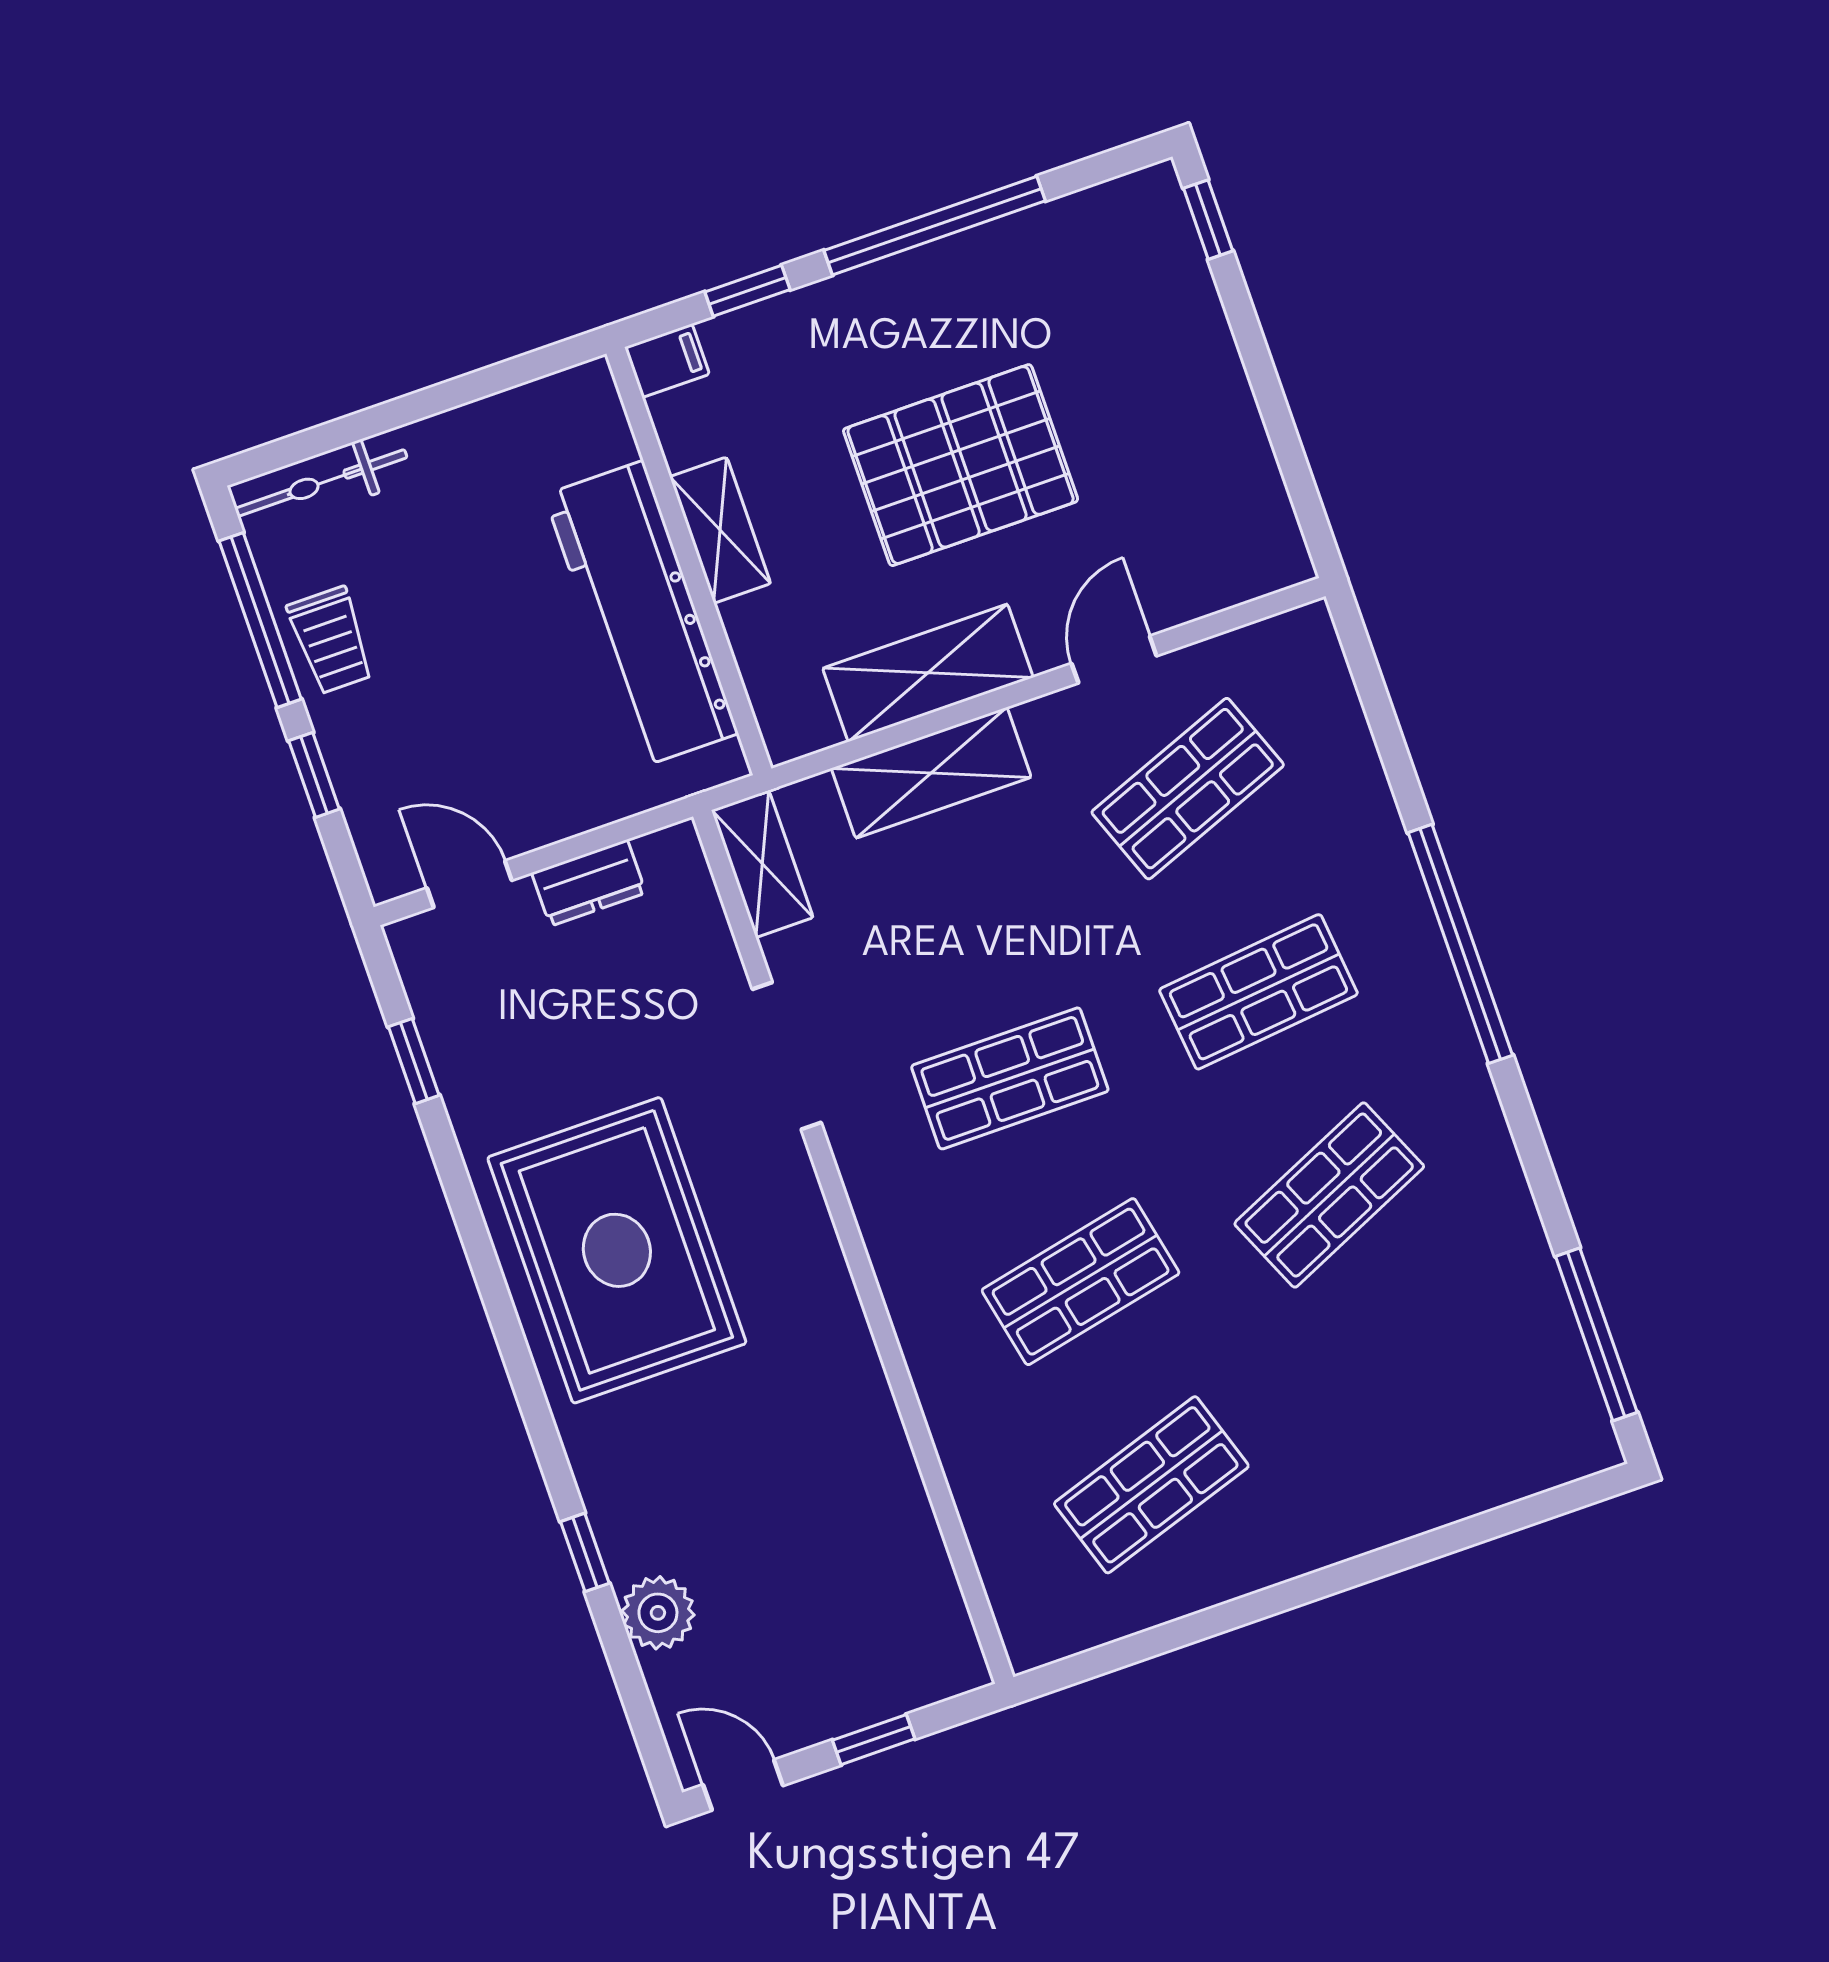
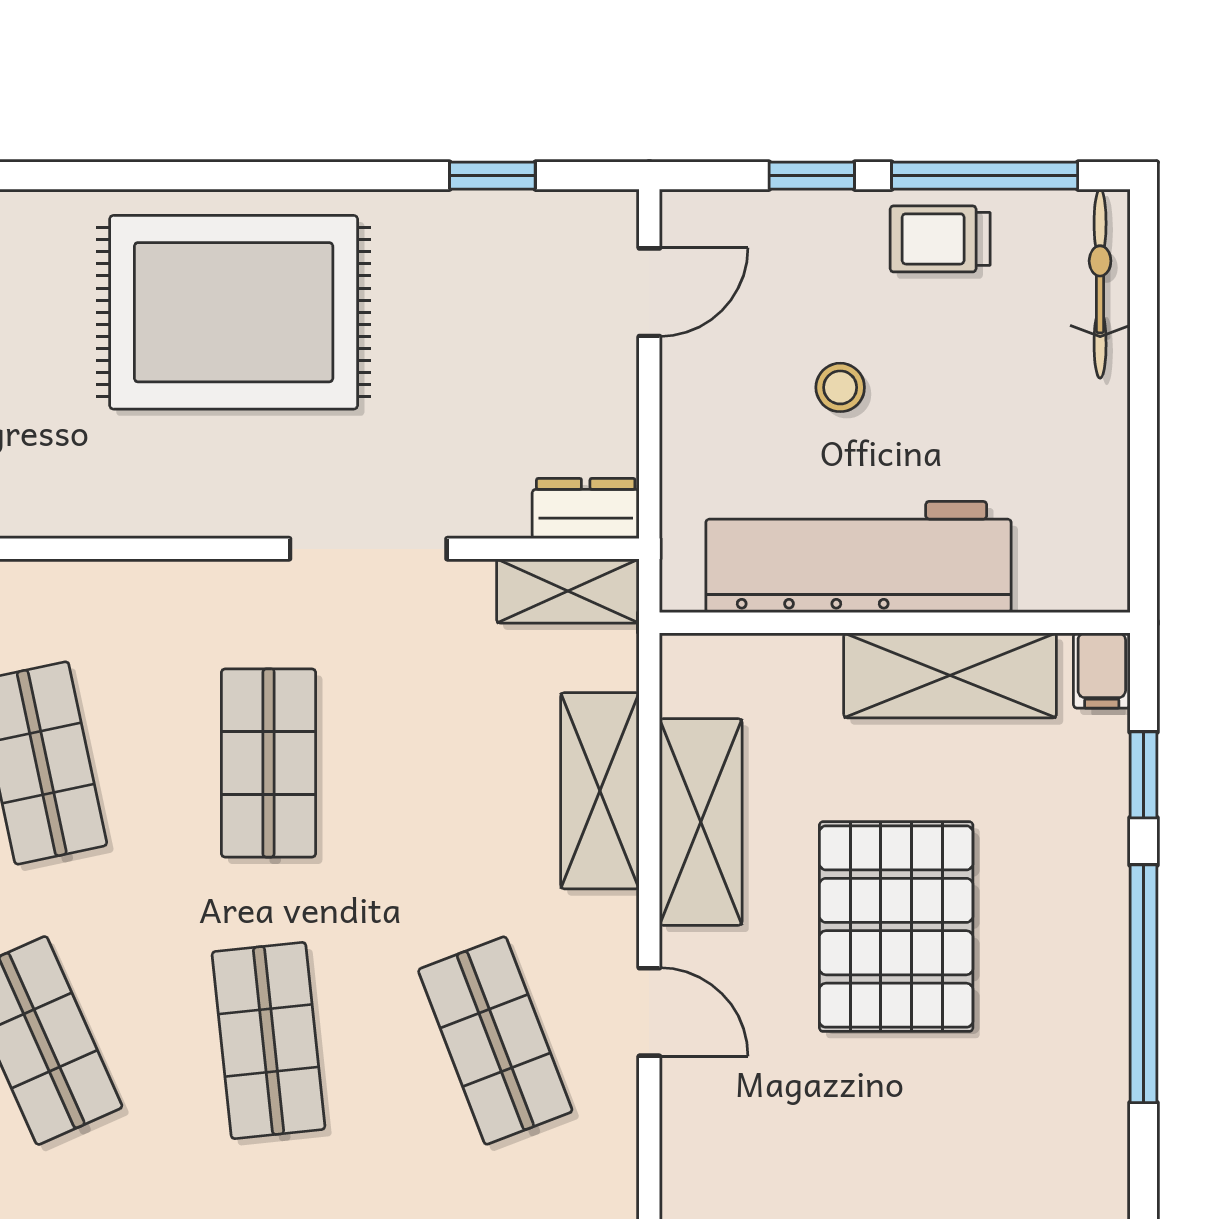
shelving: (720, 530) -> (950, 675), width x1.50, depth x1.33
stool: (495, 683) -> (840, 387), added
dresser: (589, 883) -> (586, 509), moved, turned 90

